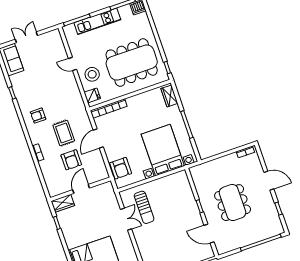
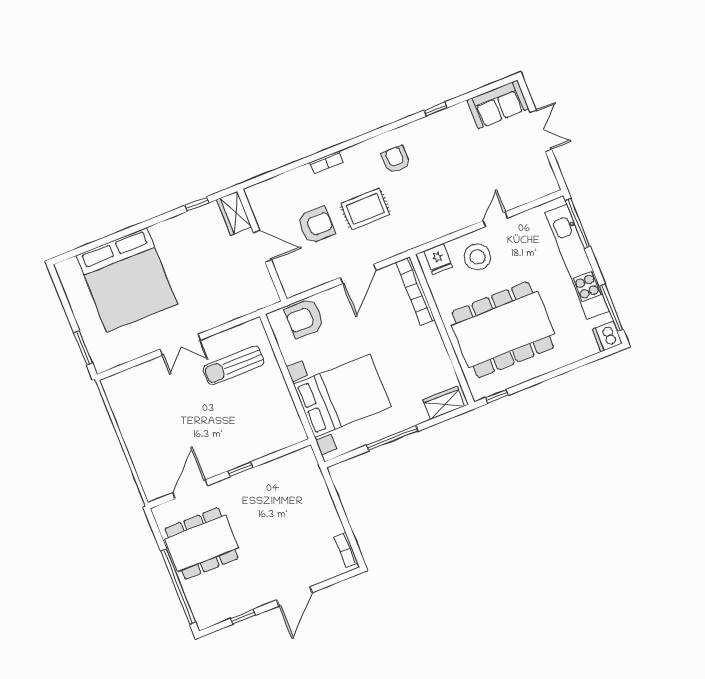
kitchen unit: (97, 21) -> (577, 262), width x1.36
dining table: (132, 63) -> (503, 330), turned 90
door: (98, 138) -> (358, 274), swing flipped
armchair: (71, 160) -> (316, 225), turned 180
dining table: (233, 203) -> (201, 543), moved
double door: (126, 219) -> (180, 345), moved

